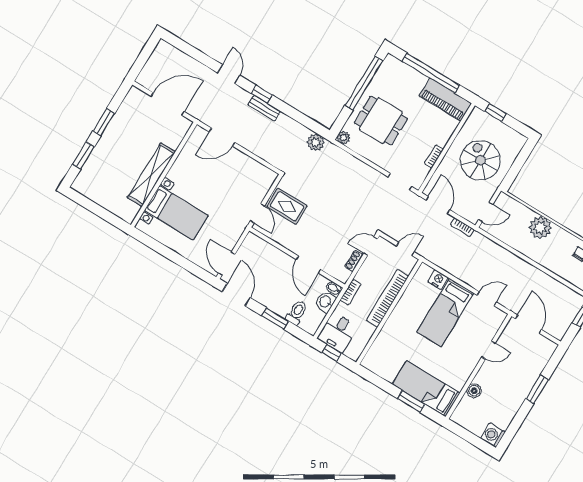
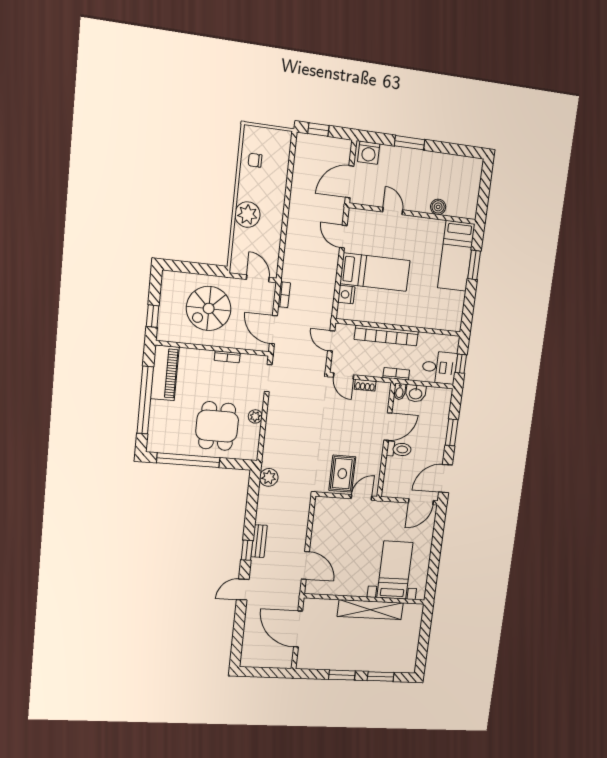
plant: (343, 138) -> (255, 416), moved
door: (438, 205) -> (273, 330), hinge flipped
toilet: (297, 312) -> (399, 449), moved, turned 180
washing machine: (493, 435) -> (369, 153), moved

